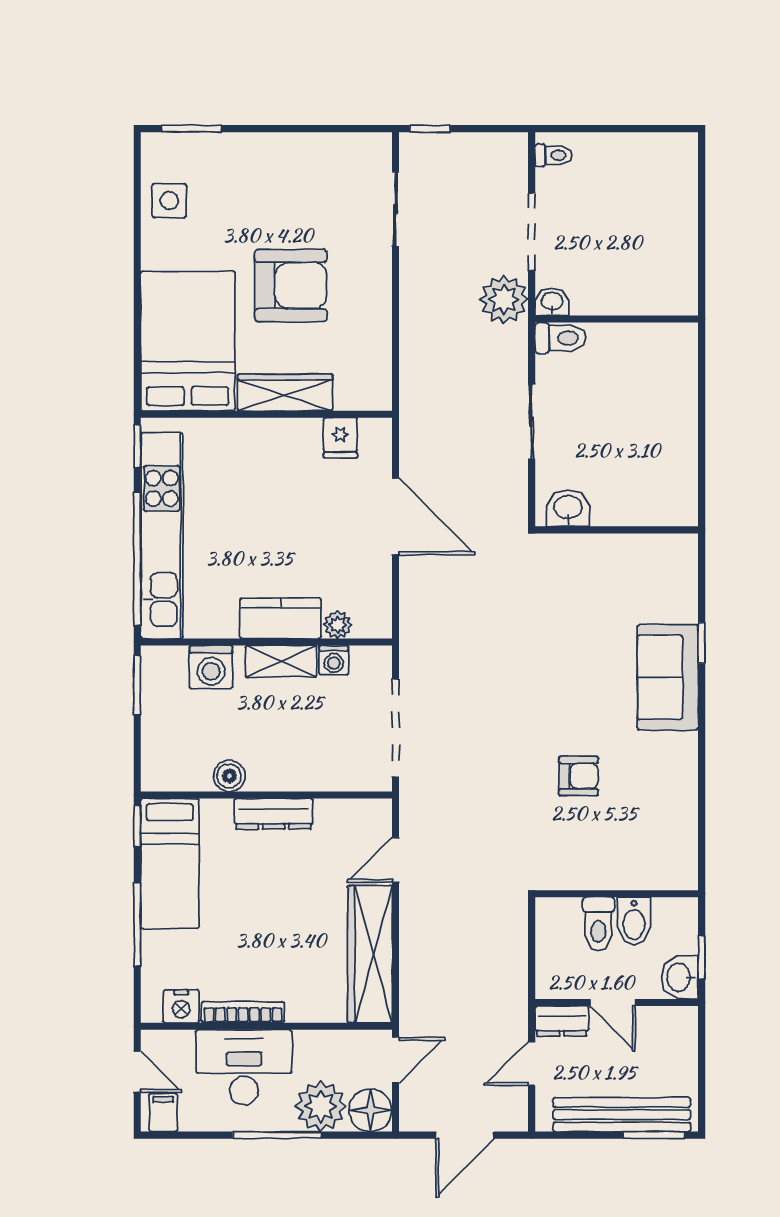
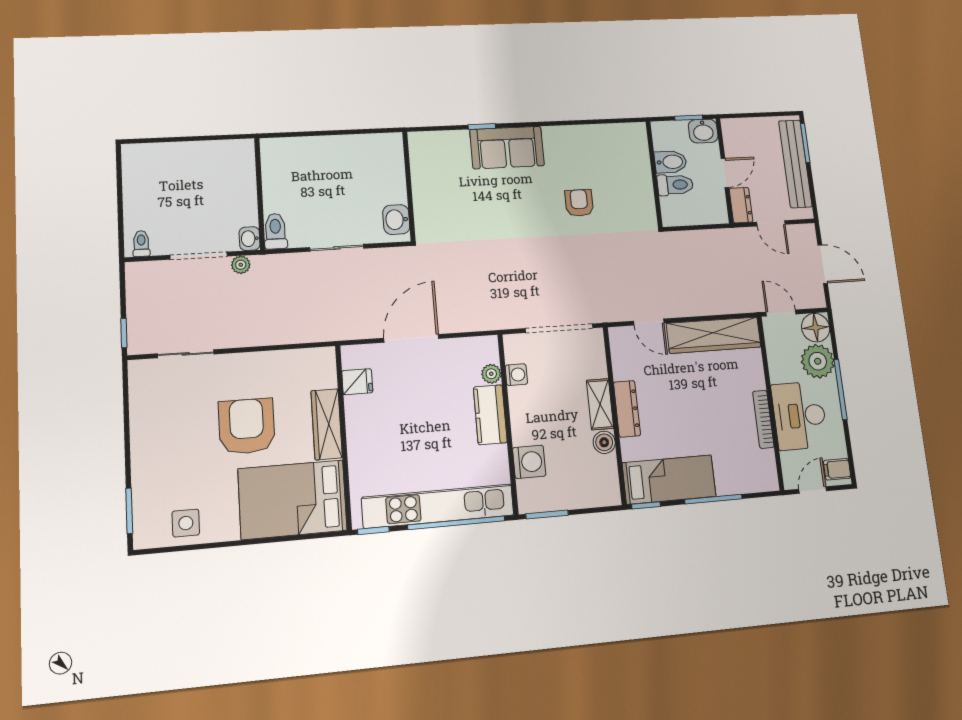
plant: (504, 299) -> (241, 265), width x0.53, depth x0.53
shelving: (281, 661) -> (600, 404), moved
nightstand: (181, 1006) -> (765, 463), removed

